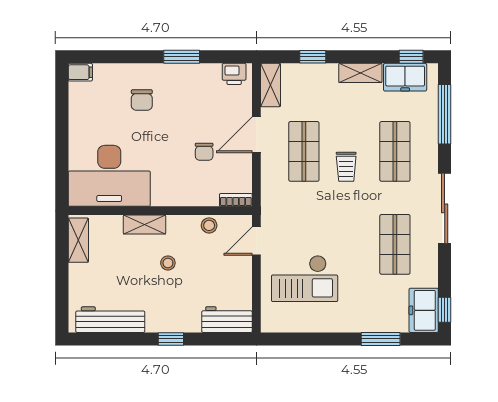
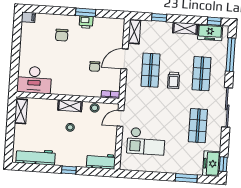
printer: (234, 74) -> (86, 22), moved
desk: (109, 176) -> (34, 80), width x0.73, depth x0.77
shelving: (144, 225) -> (70, 106), moved

